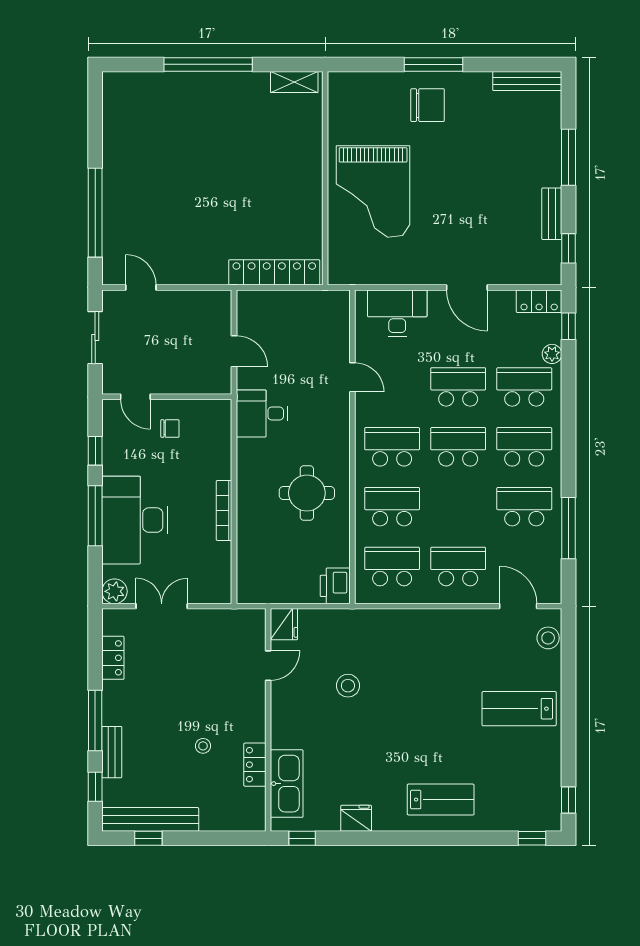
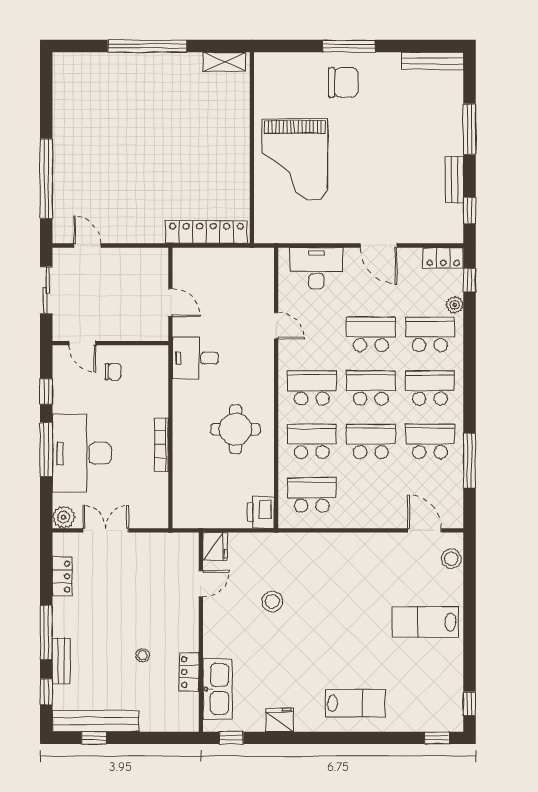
school desk: (458, 567) -> (371, 441), moved

